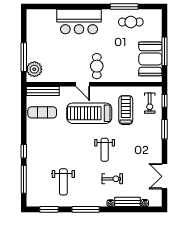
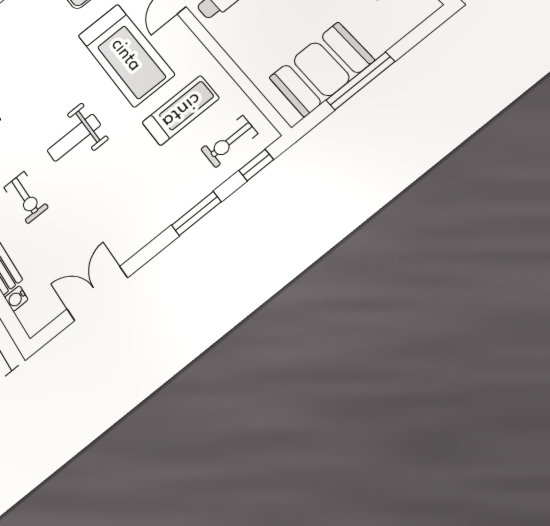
treadmill: (89, 113) -> (126, 55), turned 180

